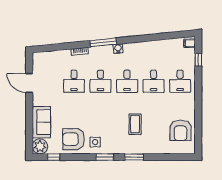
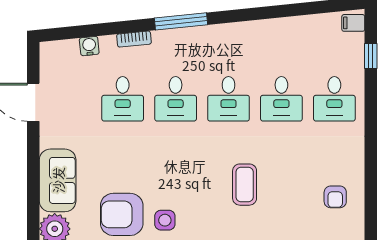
water cooler: (118, 49) -> (89, 46), moved
armchair: (181, 130) -> (335, 197), width x0.53, depth x0.53

